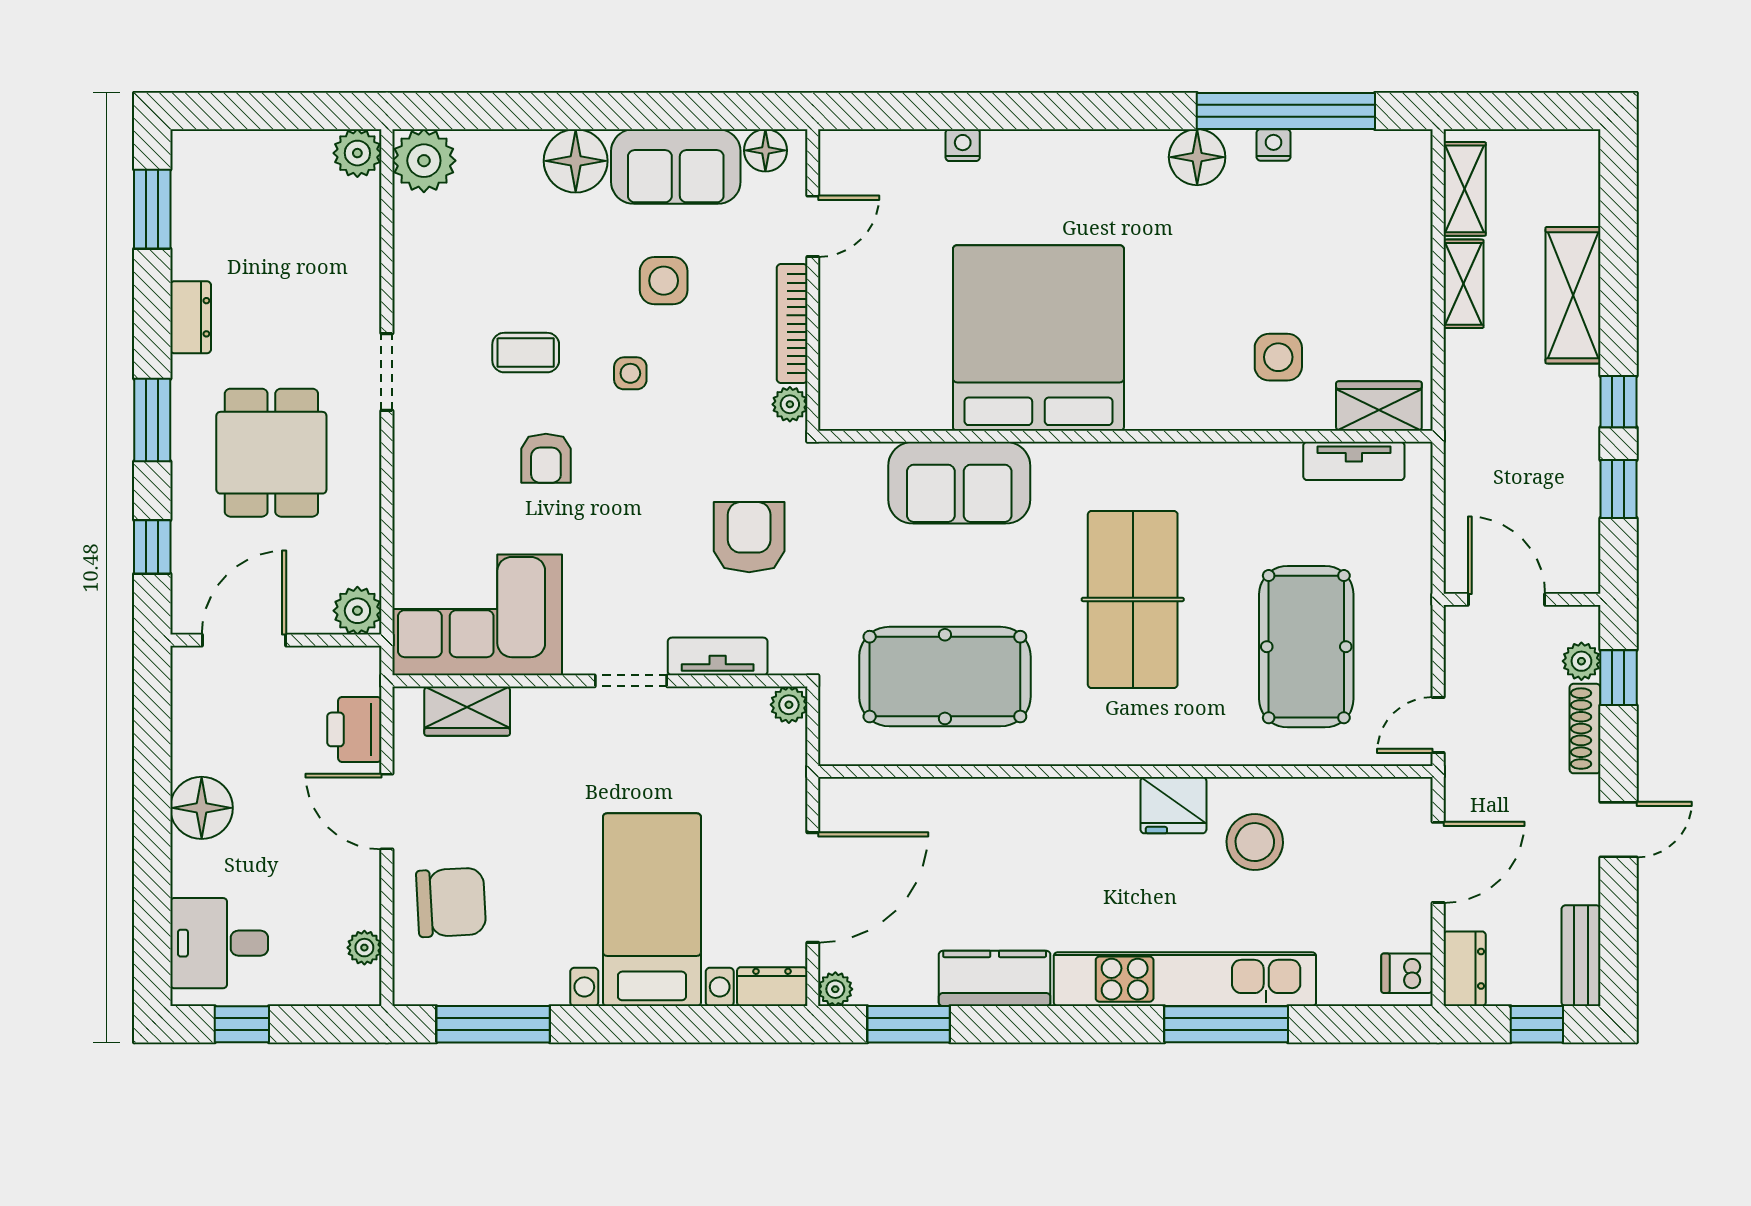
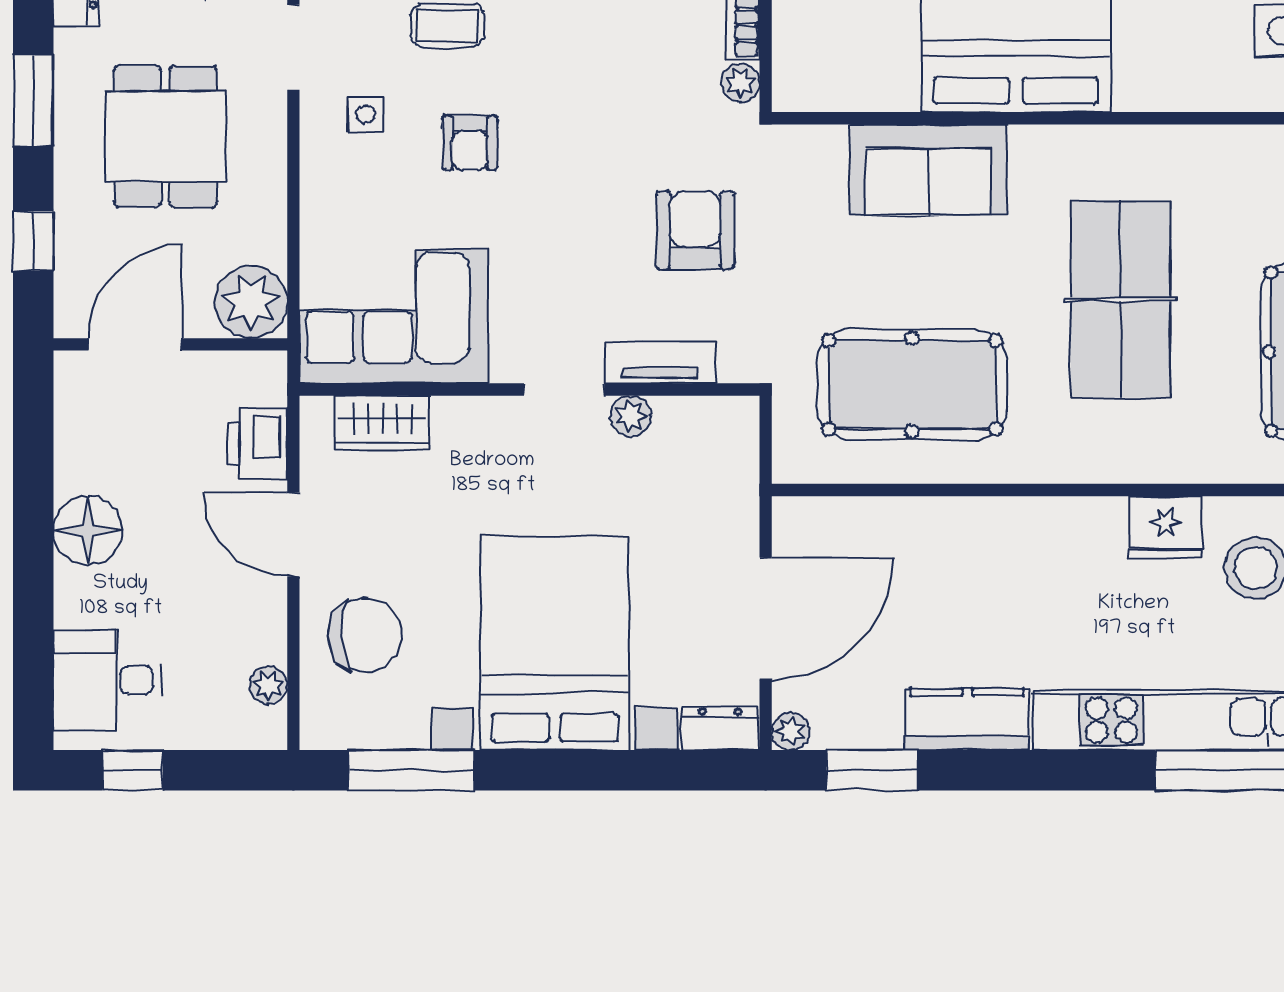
side table: (630, 373) -> (366, 115), moved
plant: (357, 611) -> (251, 302), width x1.36, depth x1.36
plant: (789, 705) -> (631, 416), moved
bed with nightstands: (652, 910) -> (555, 643), width x1.36

